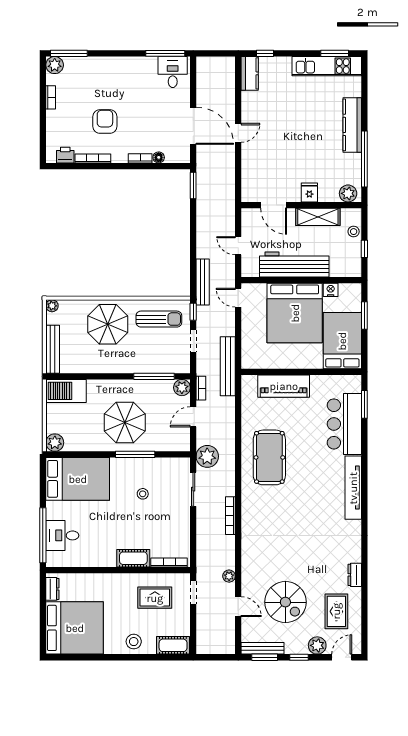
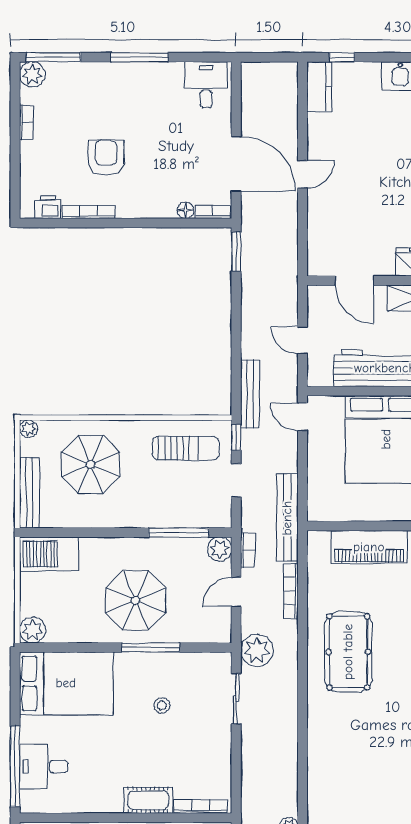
window: (165, 53) -> (140, 57), moved
bookcase: (140, 158) -> (213, 212), moved
parasol: (108, 324) -> (91, 465), moved
bookcase: (230, 516) -> (291, 591), moved

